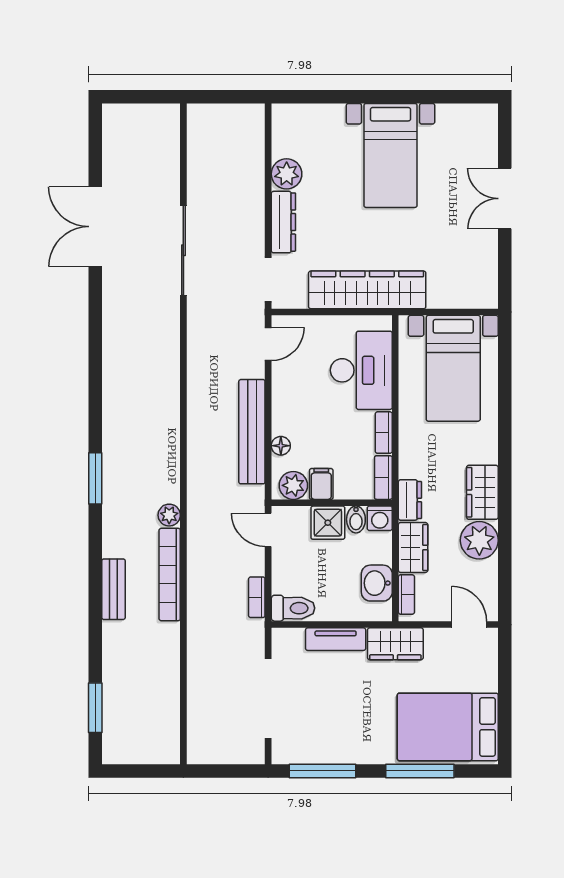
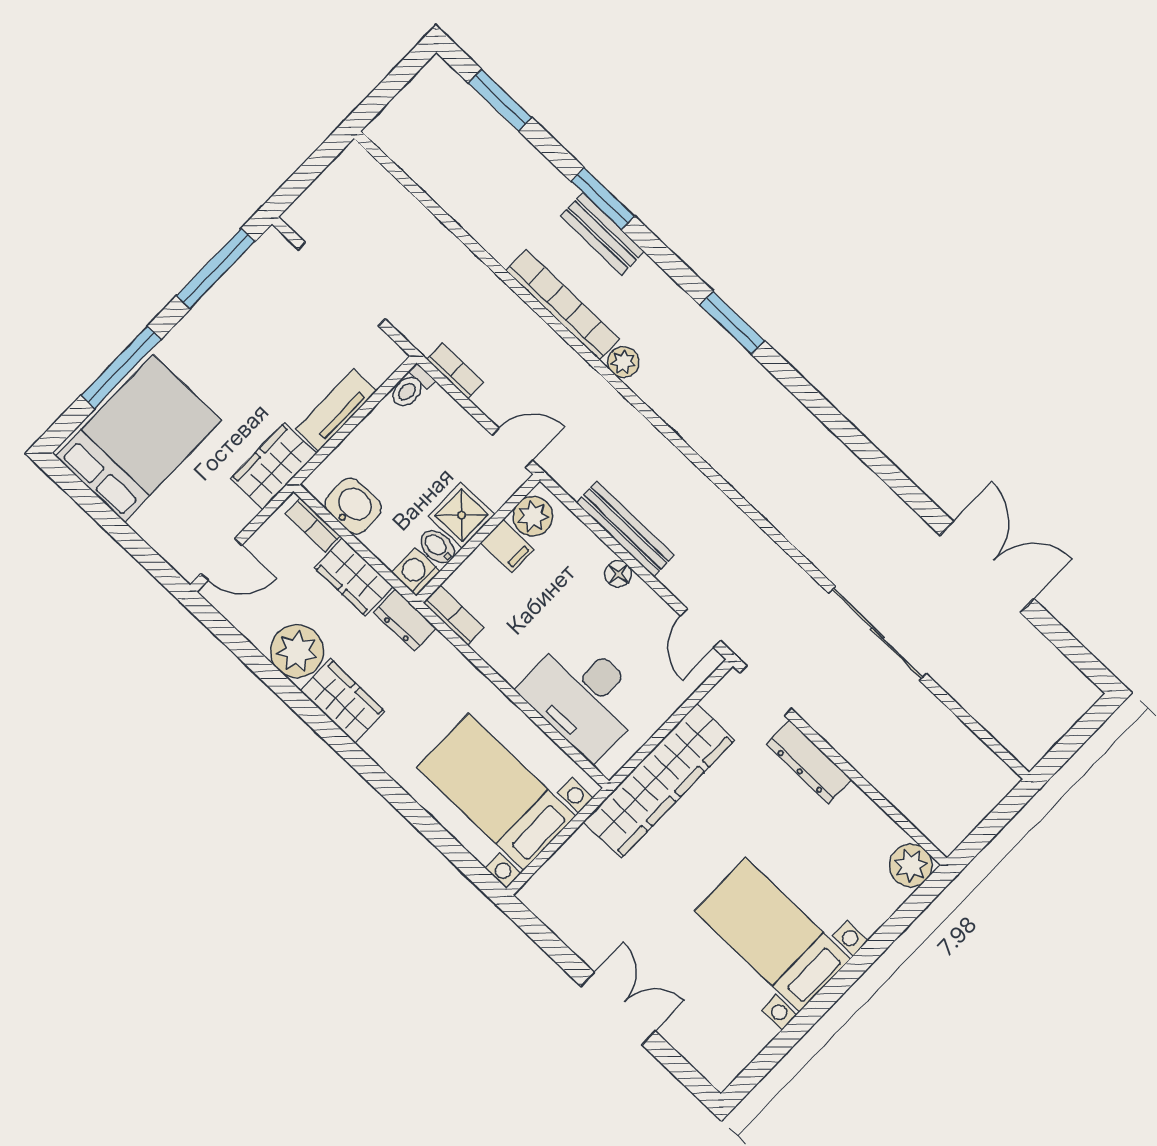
plant: (287, 174) -> (911, 866), moved
bench: (252, 432) -> (625, 529), width x0.73, depth x0.82
bookcase: (384, 433) -> (499, 659), removed
floor lamp: (281, 446) -> (618, 574), moved
window: (95, 606) -> (603, 199), added
toilet: (293, 608) -> (411, 387), width x0.73, depth x0.72

